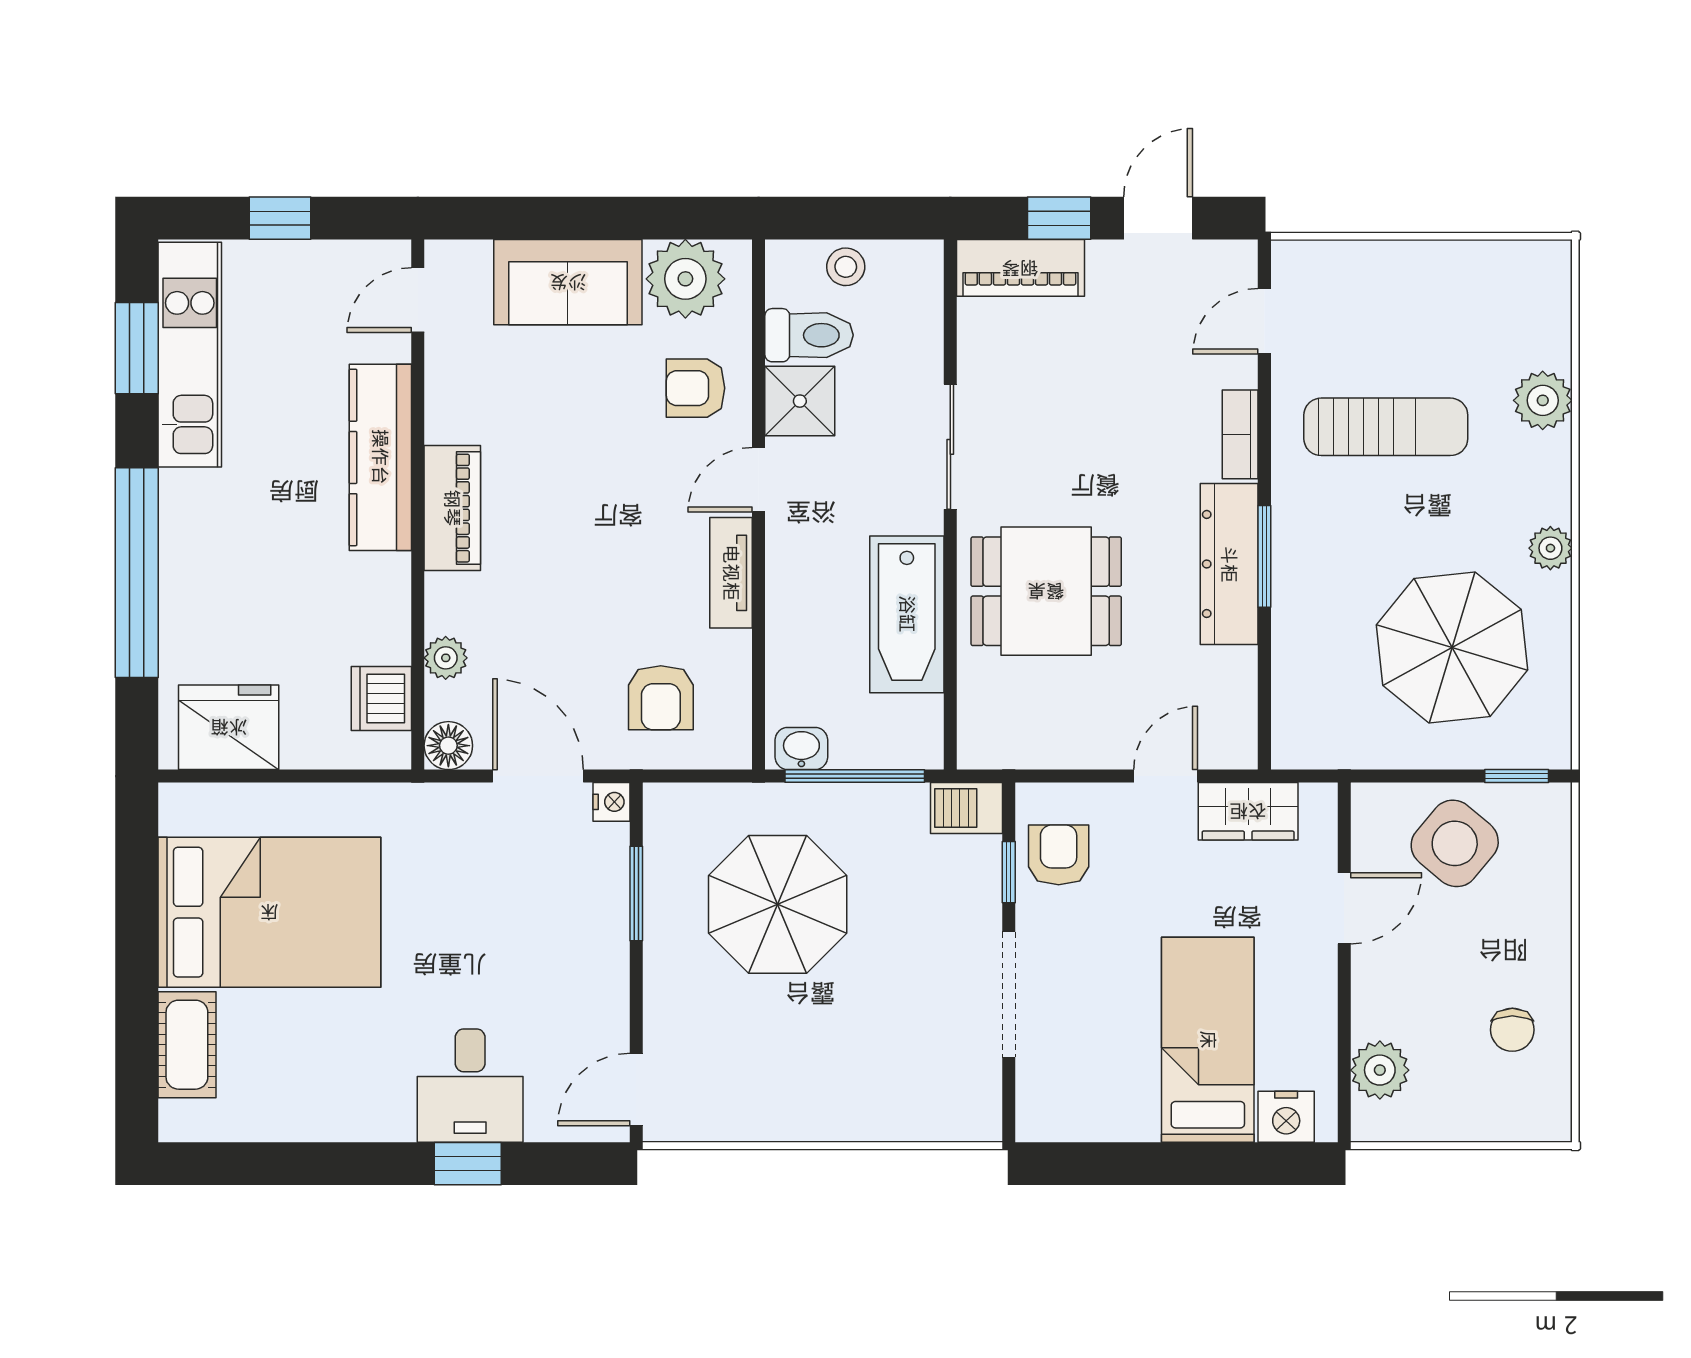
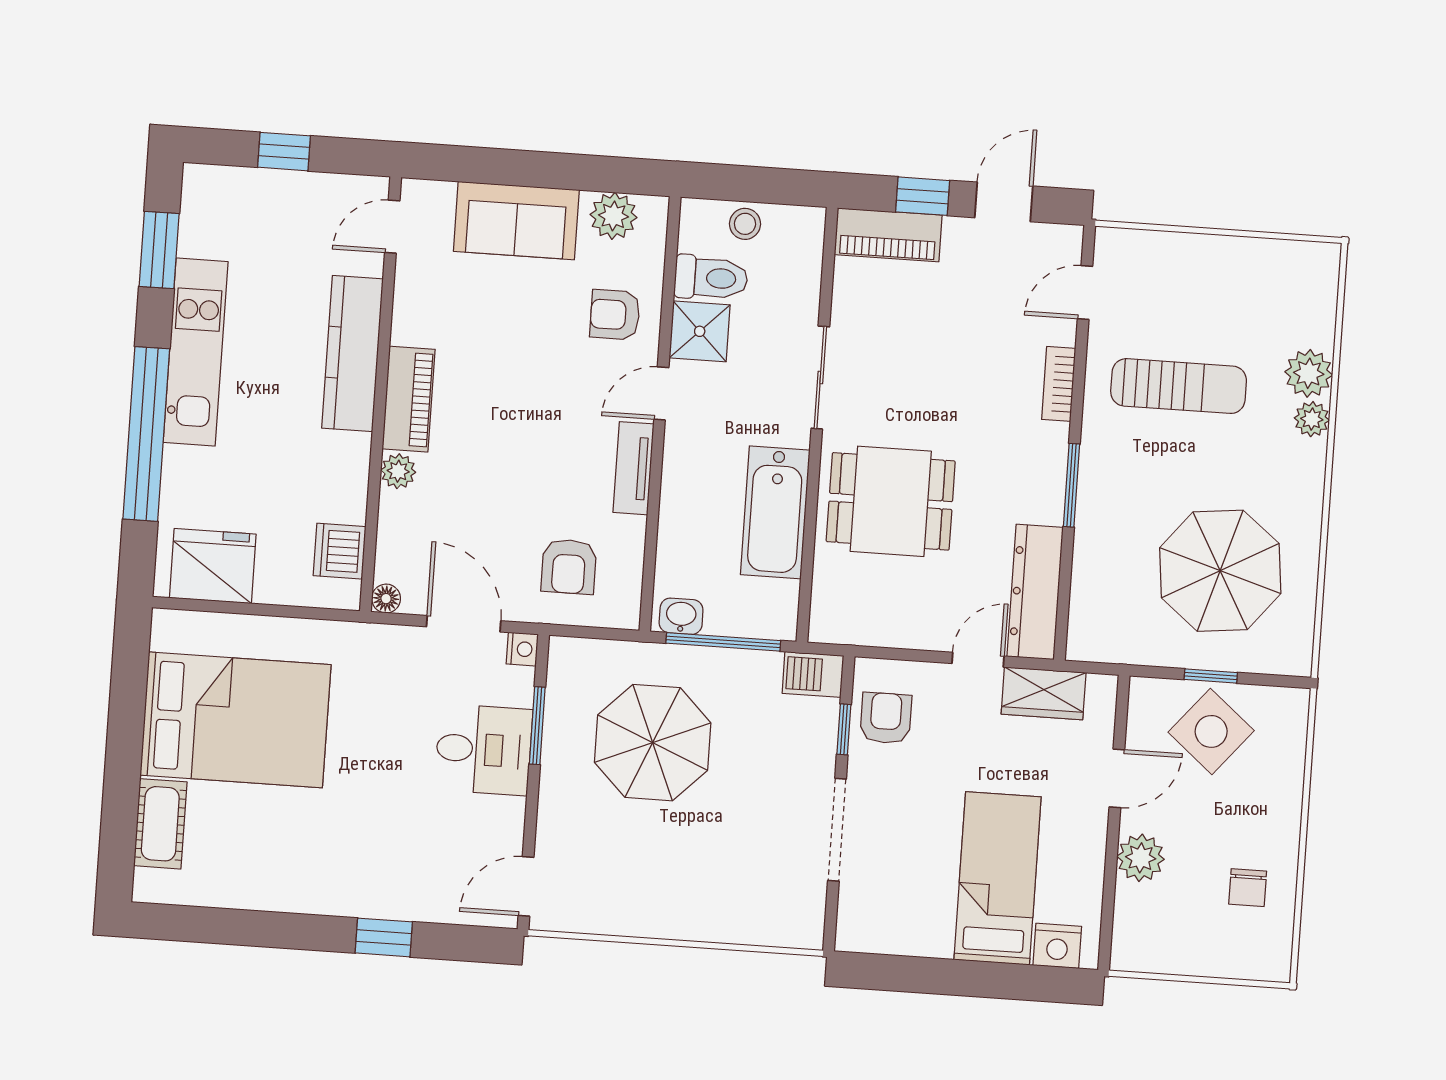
plant: (685, 279) -> (613, 216), width x0.73, depth x0.73
kitchen unit: (190, 355) -> (196, 352), moved
plant: (1550, 548) -> (1312, 419), moved
dresser: (1229, 564) -> (1035, 592), moved
plant: (446, 658) -> (398, 471), moved
floor lamp: (448, 746) -> (386, 599), width x0.73, depth x0.73
window: (1517, 776) -> (1211, 676), moved
plant: (1380, 1070) -> (1141, 858), moved
desk: (470, 1086) -> (484, 750), moved, turned -90

